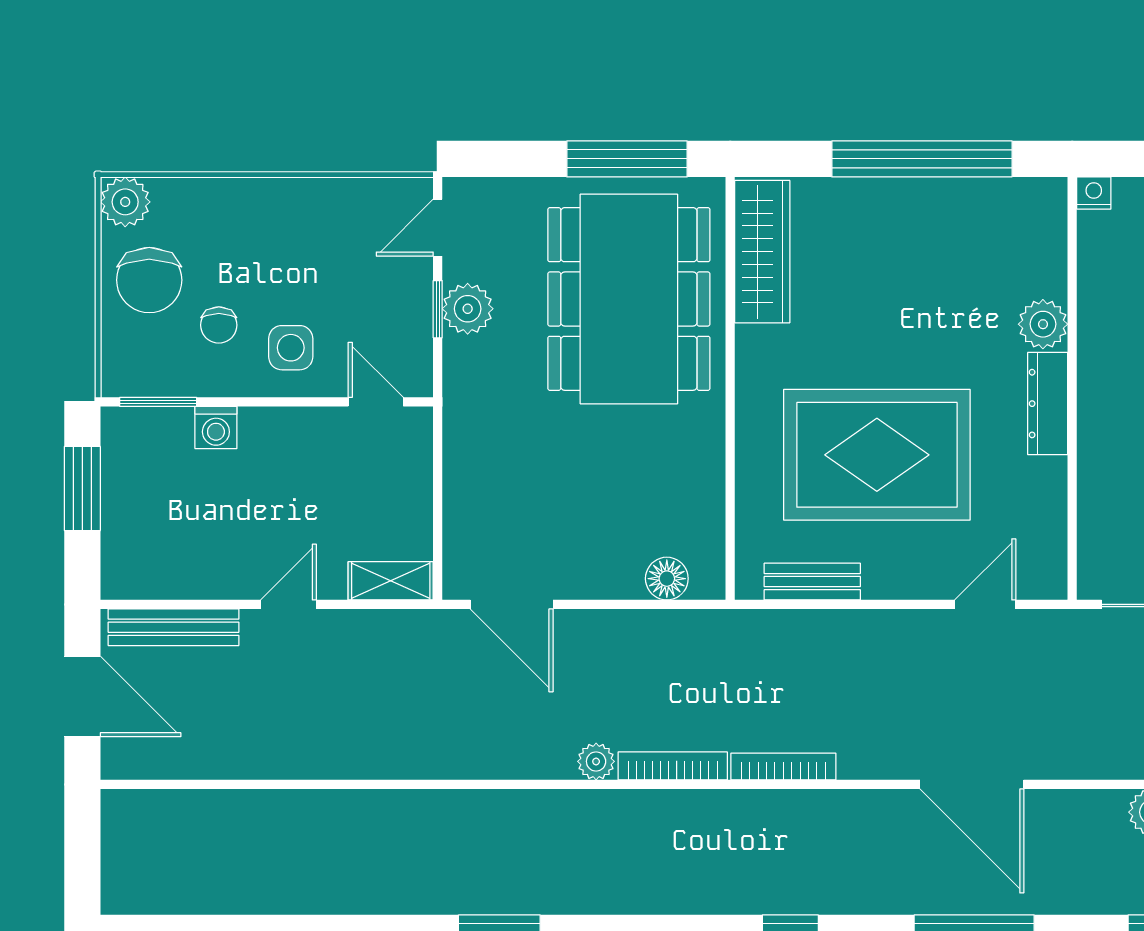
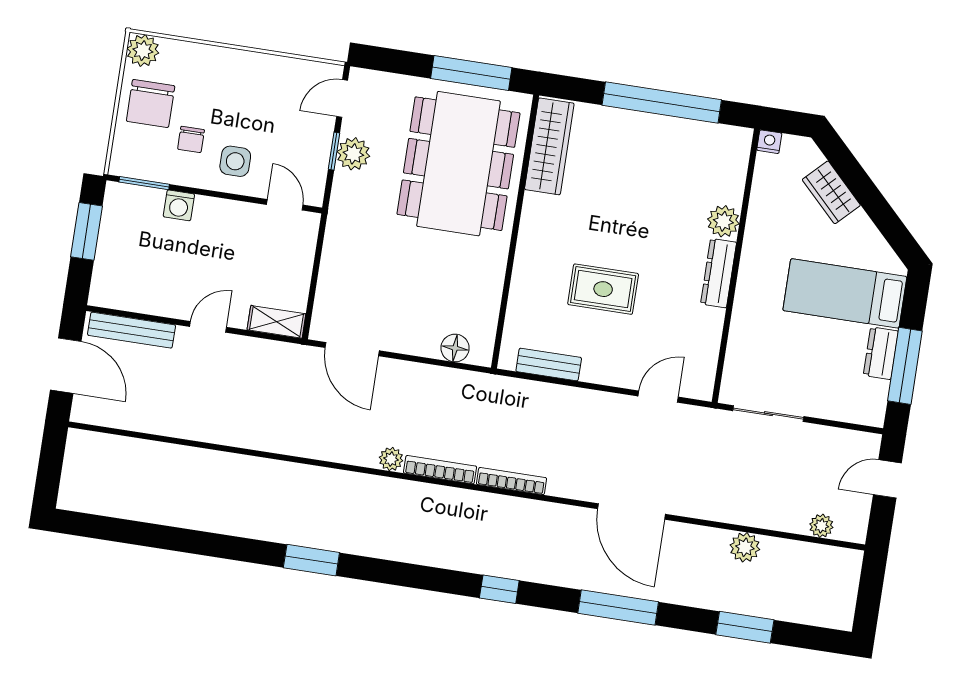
rug: (877, 455) -> (603, 289), width x0.54, depth x0.49

